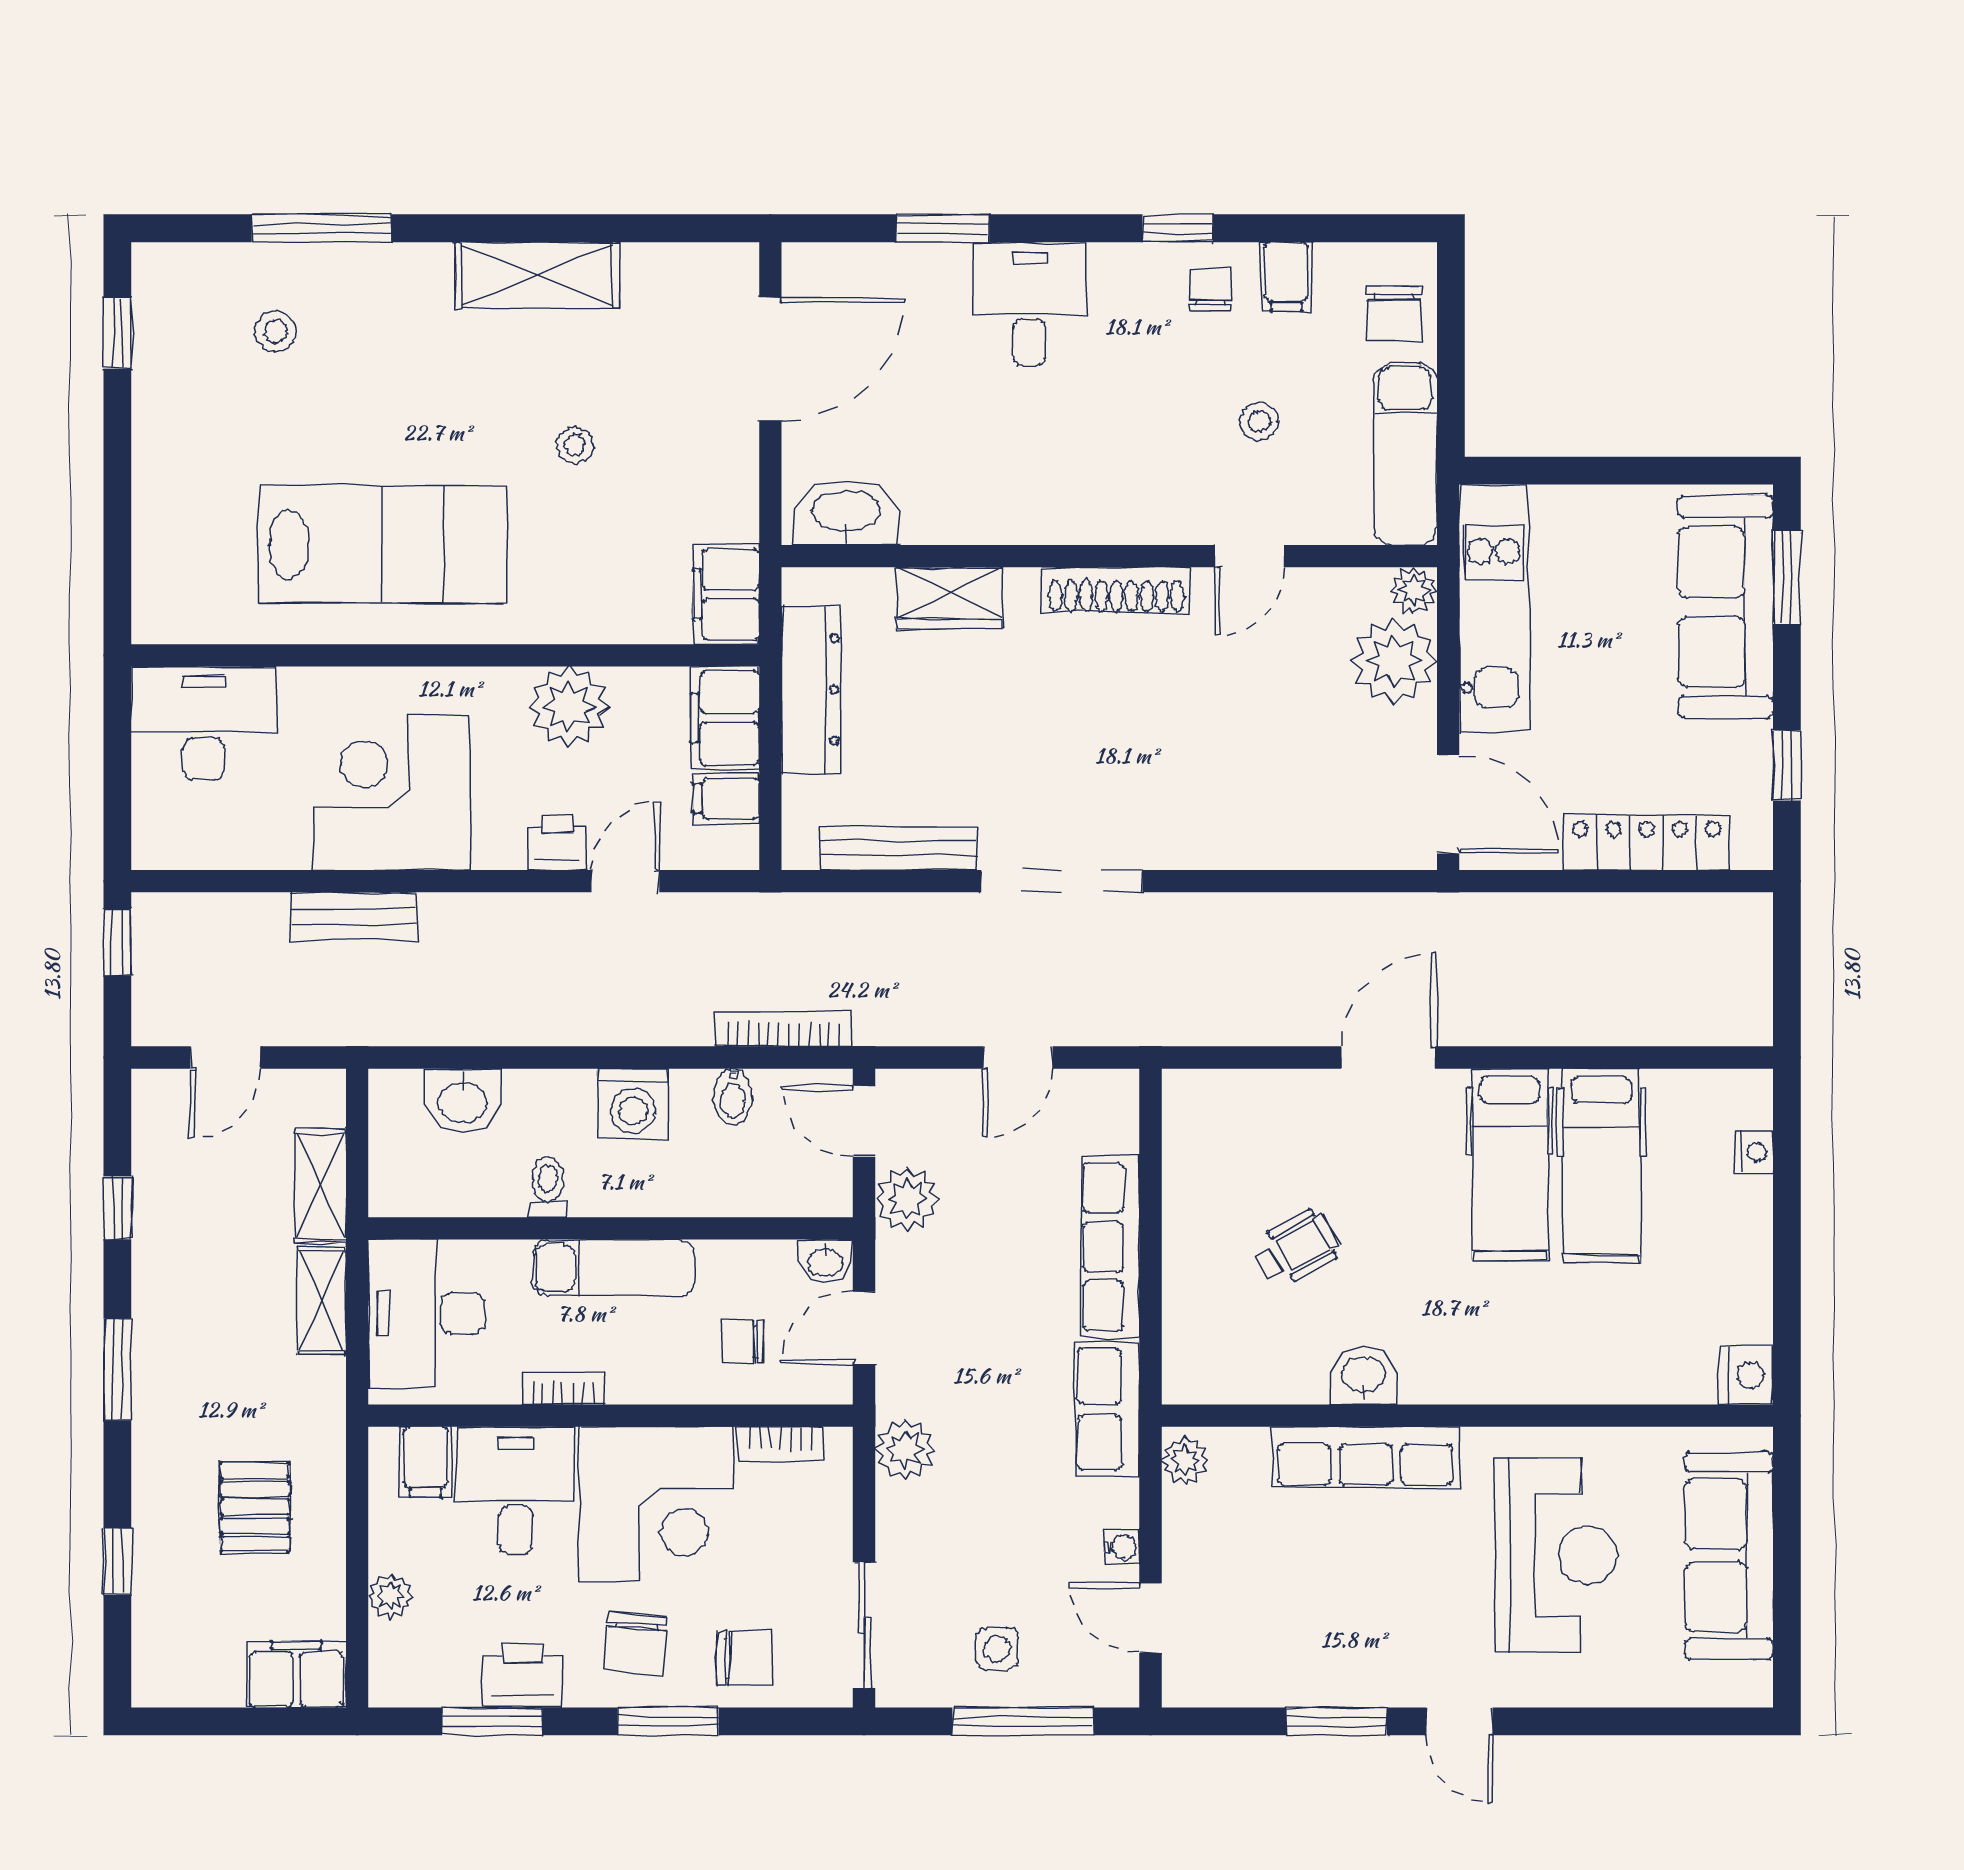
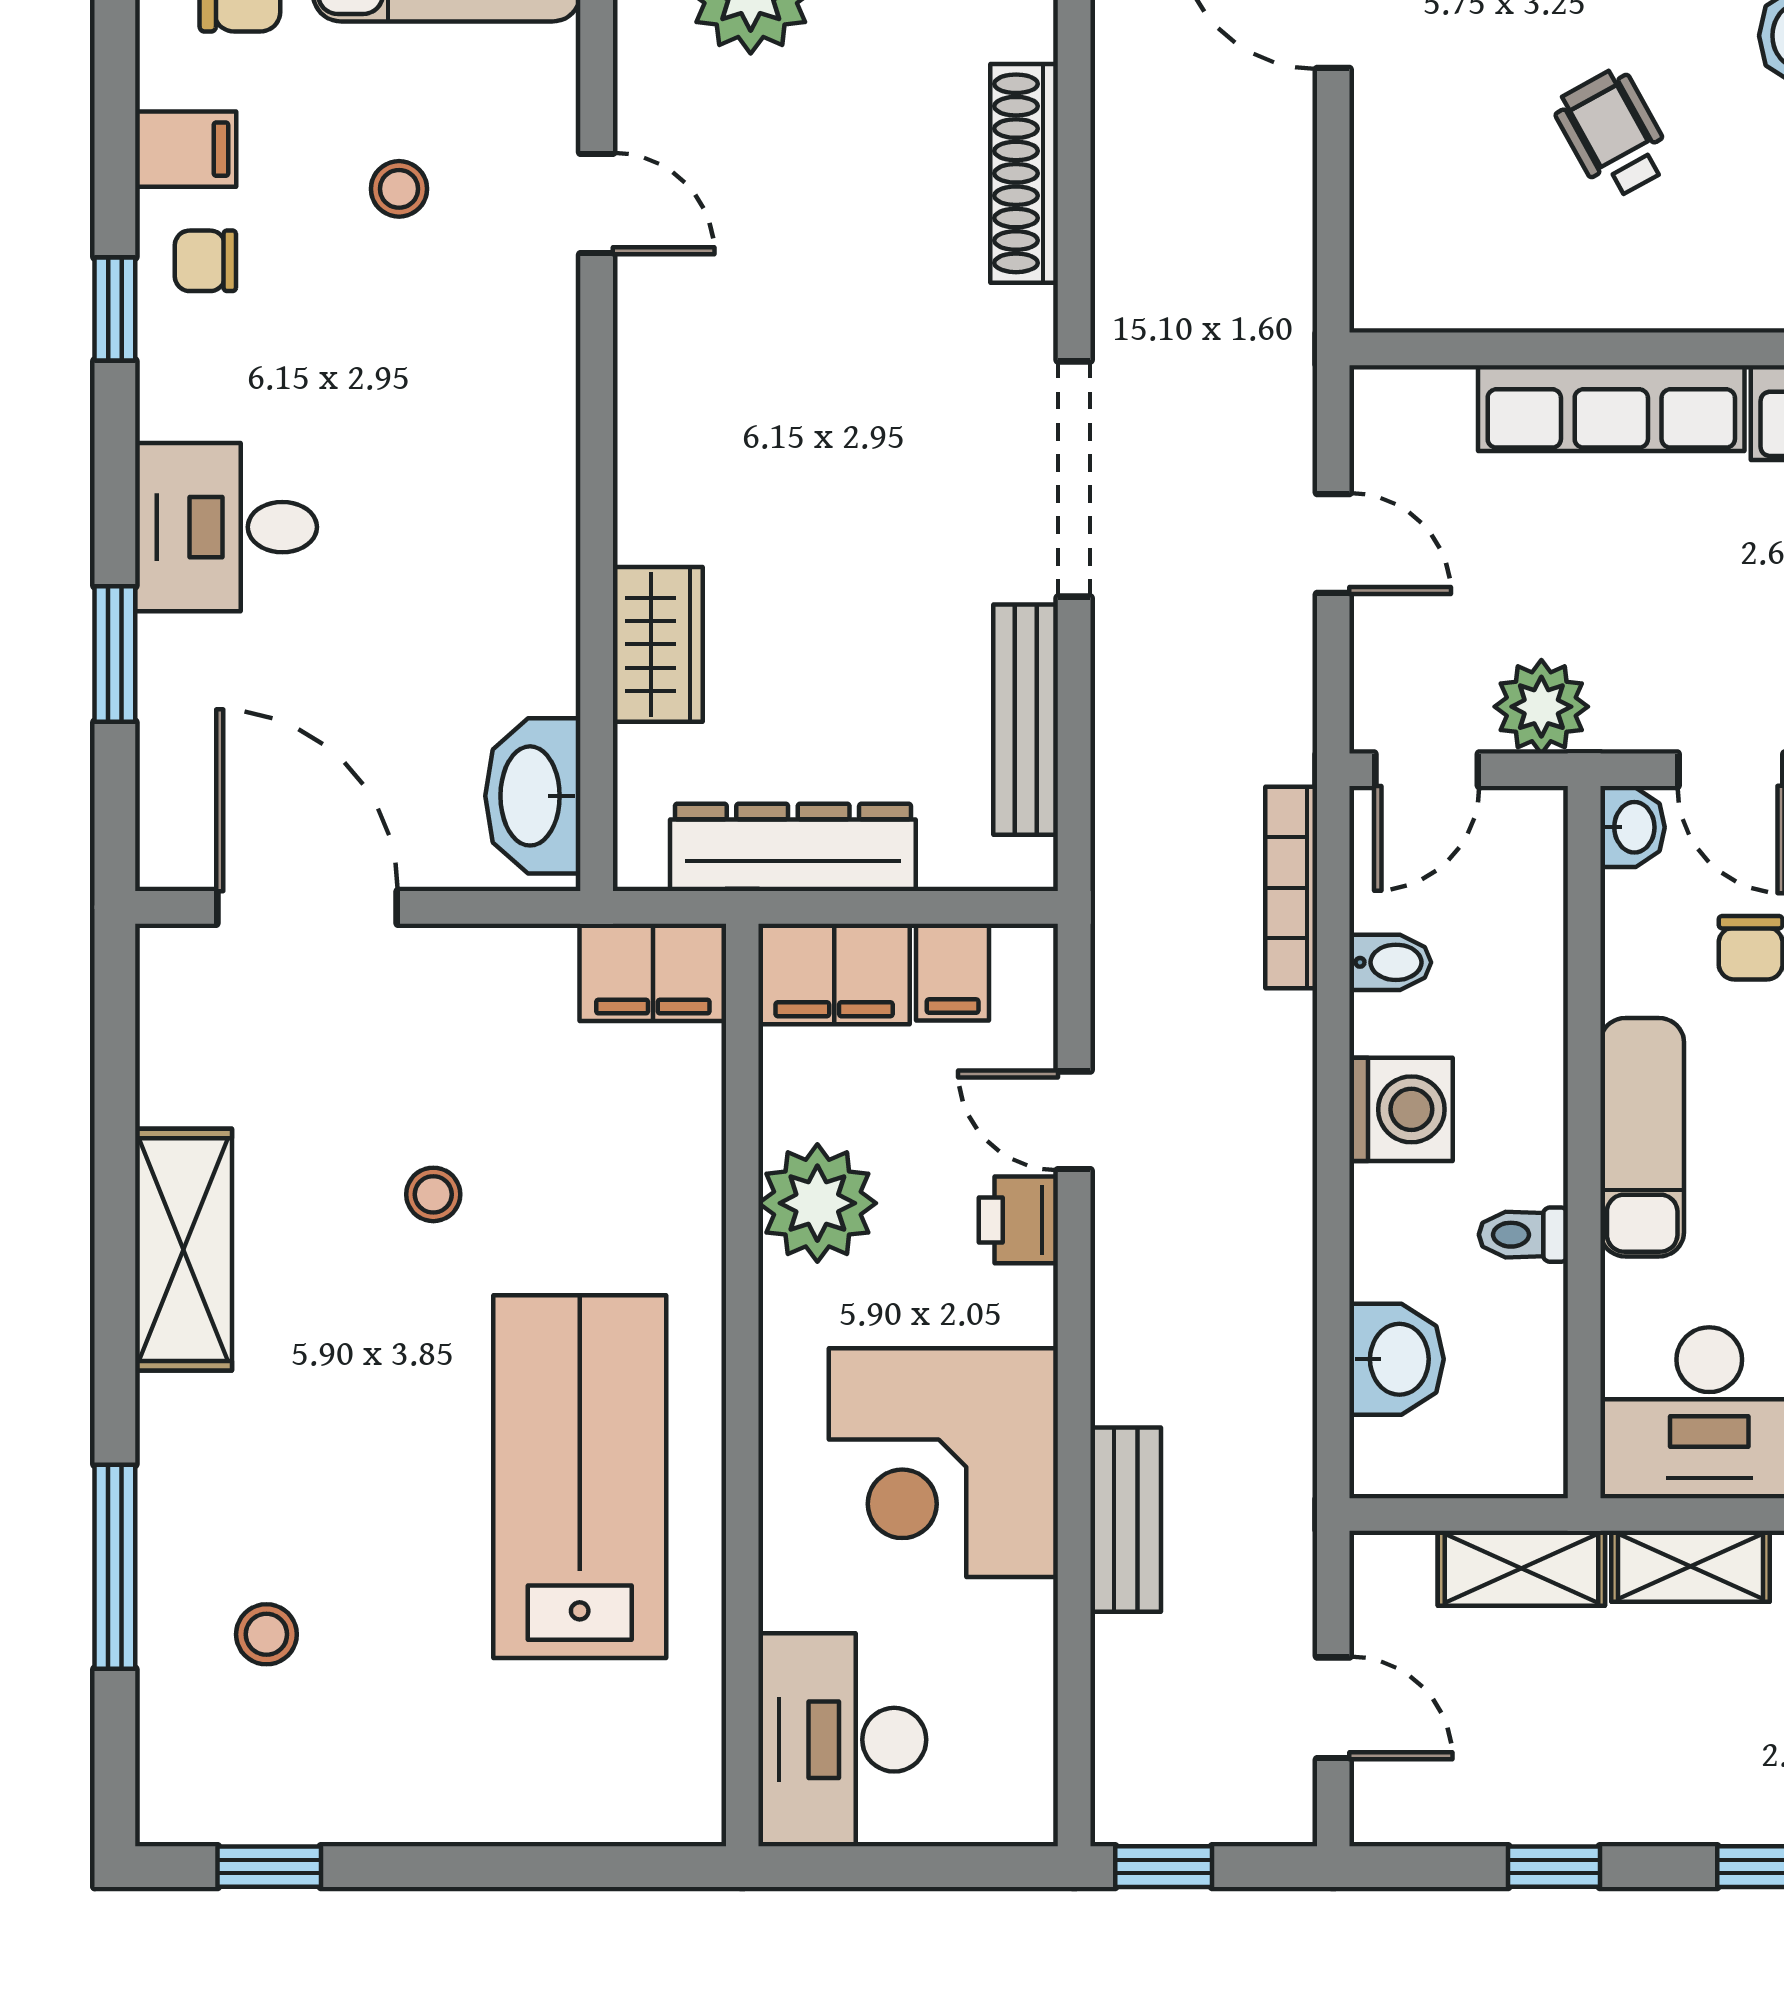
shoe rack: (1116, 590) -> (1024, 173), moved, turned 180

